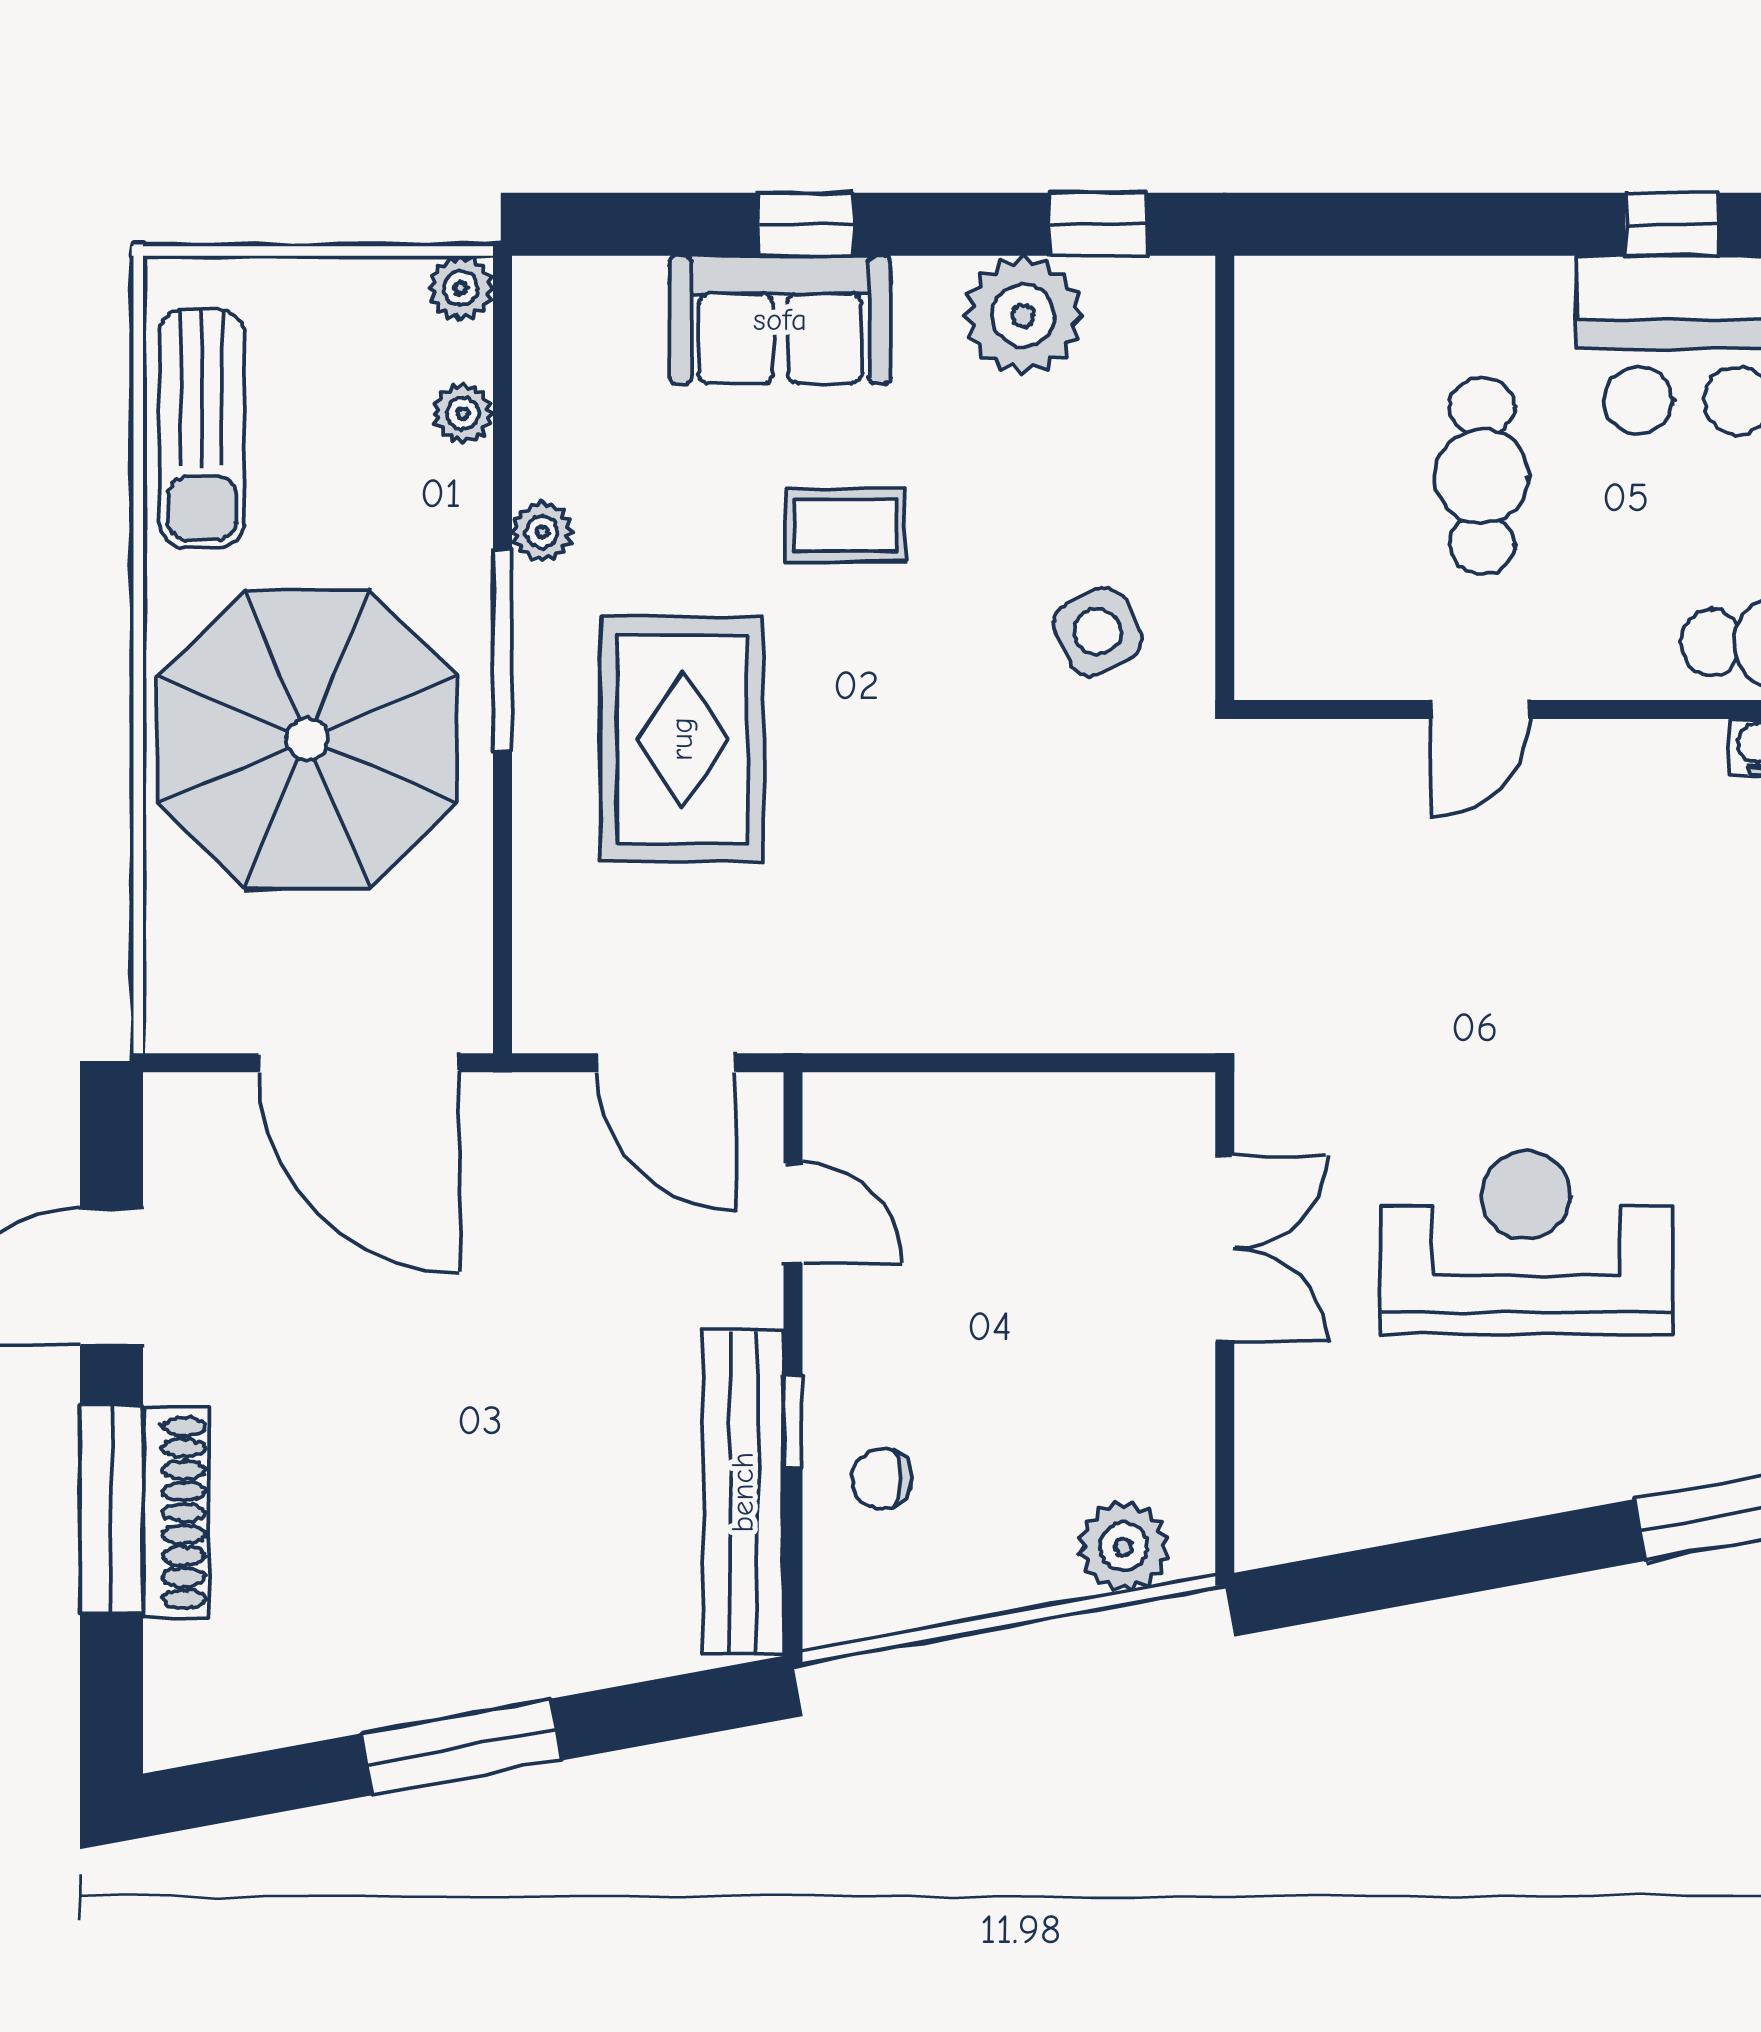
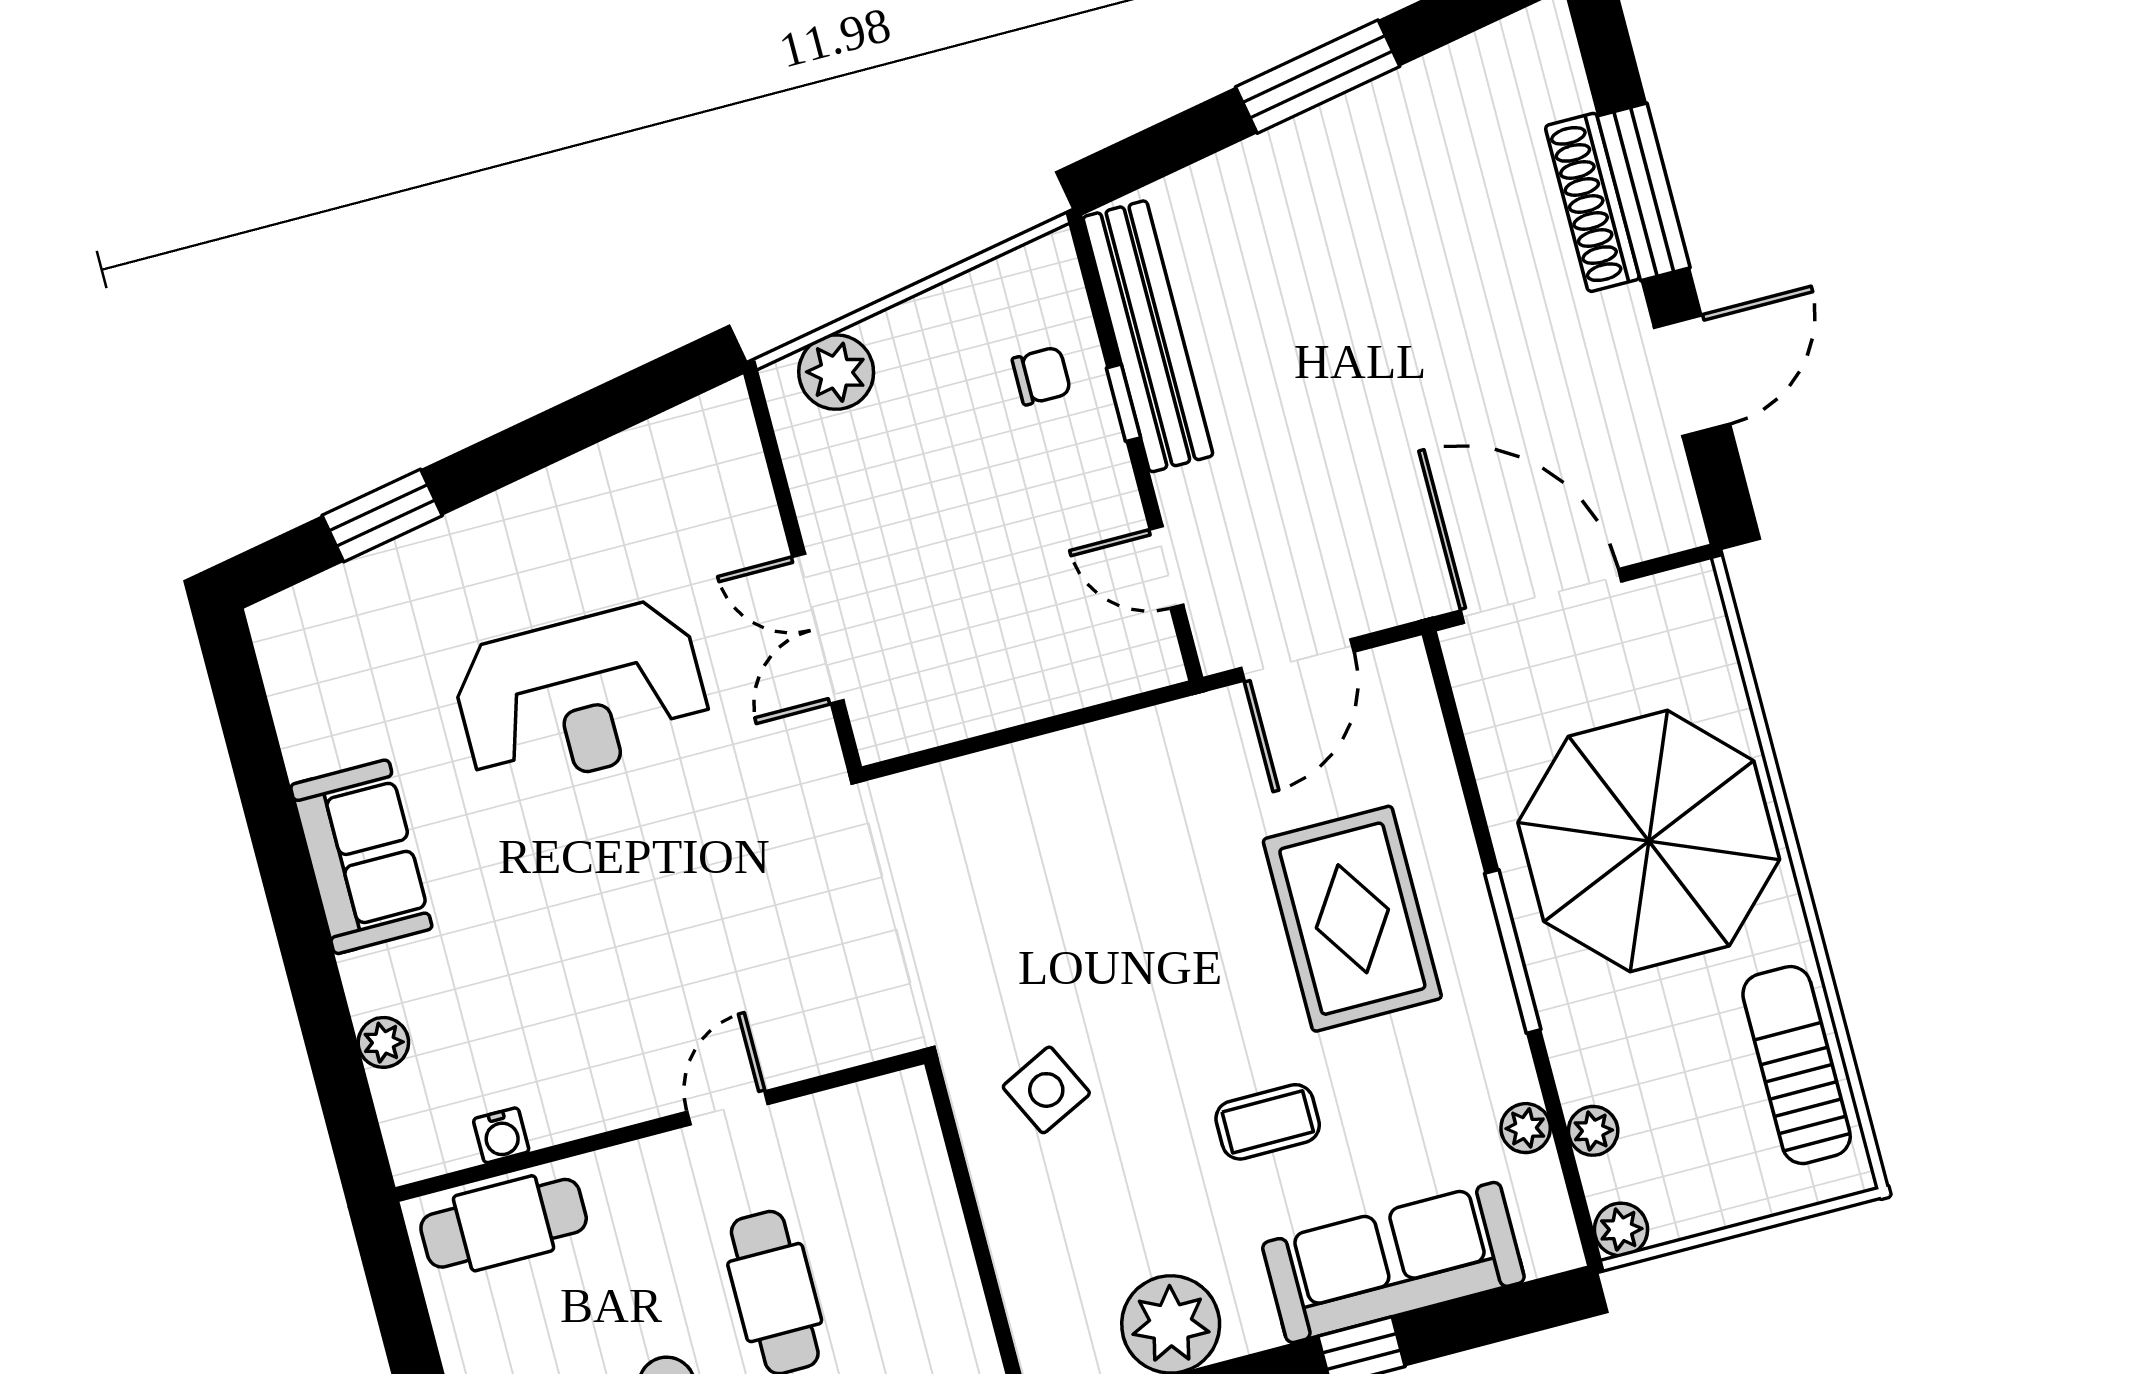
sofa: (780, 320) -> (1393, 1262), width x1.36
plant: (542, 532) -> (1526, 1128), moved
door: (667, 1063) -> (1297, 660), swing flipped

